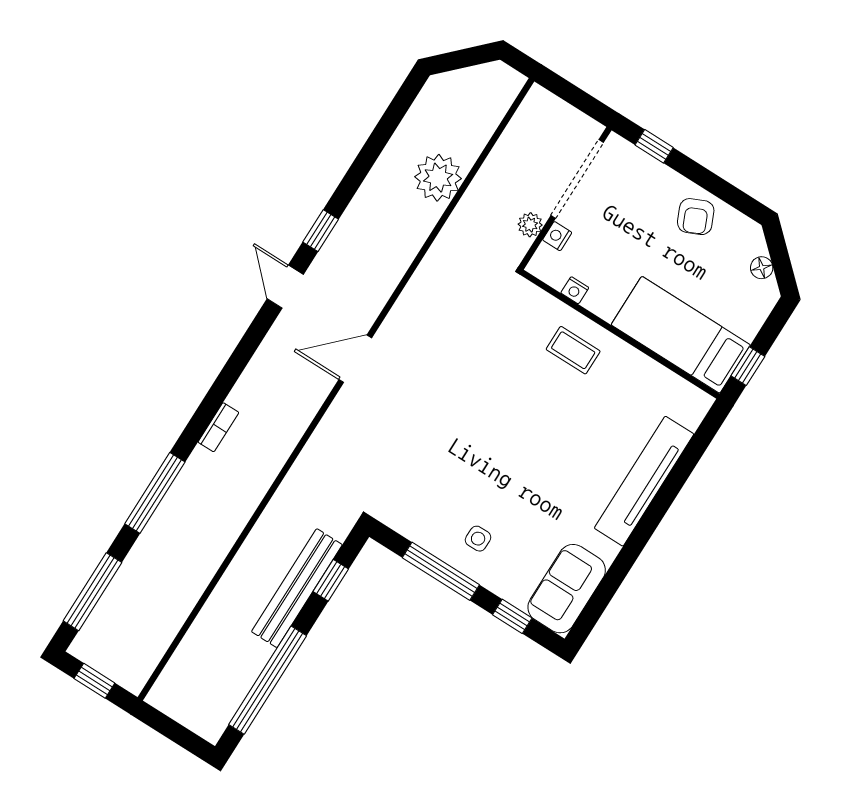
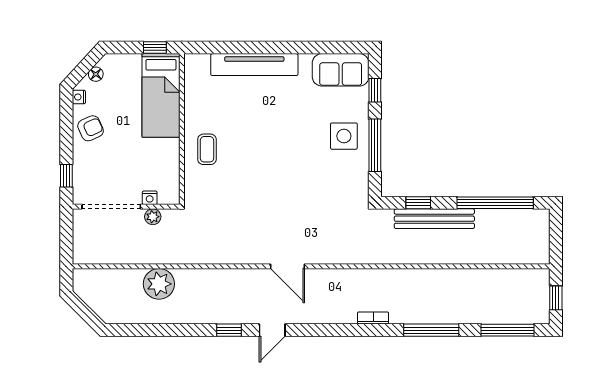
nightstand: (575, 290) -> (79, 97), moved, turned 180
side table: (478, 539) -> (344, 136), width x1.87, depth x1.87

